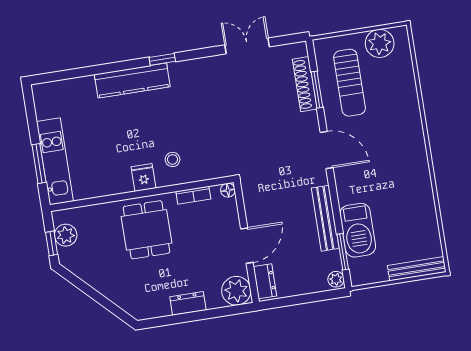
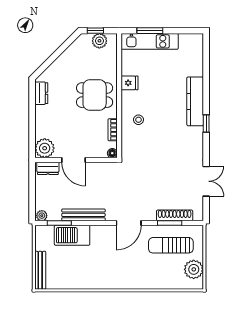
fridge: (143, 177) -> (130, 83), moved
dresser: (188, 303) -> (41, 93), moved

